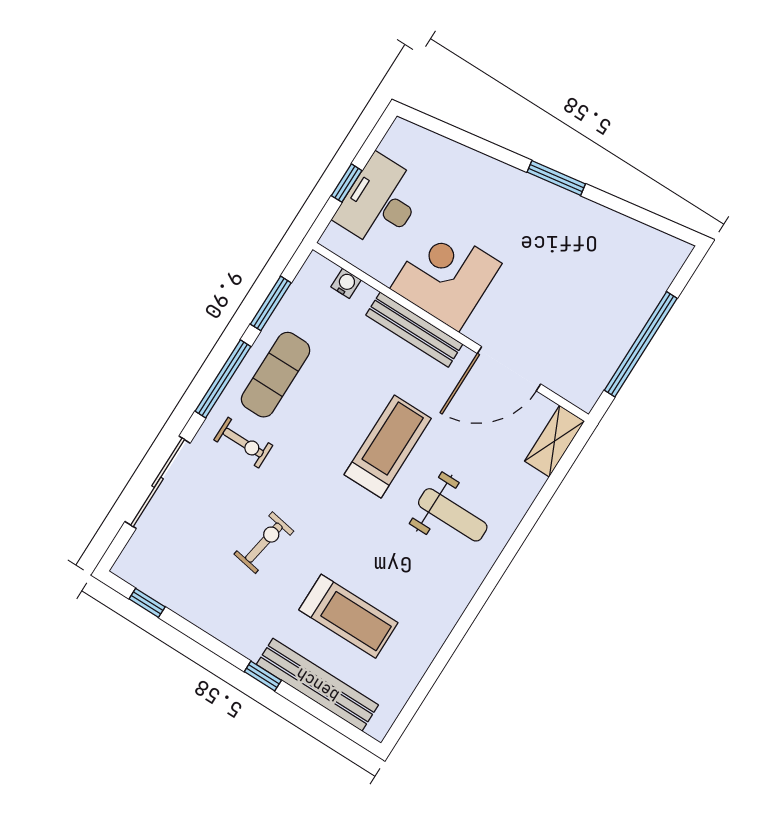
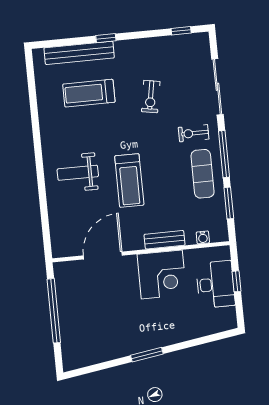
bench: (414, 330) -> (165, 240), width x0.73
shelving: (555, 441) -> (58, 239), removed

